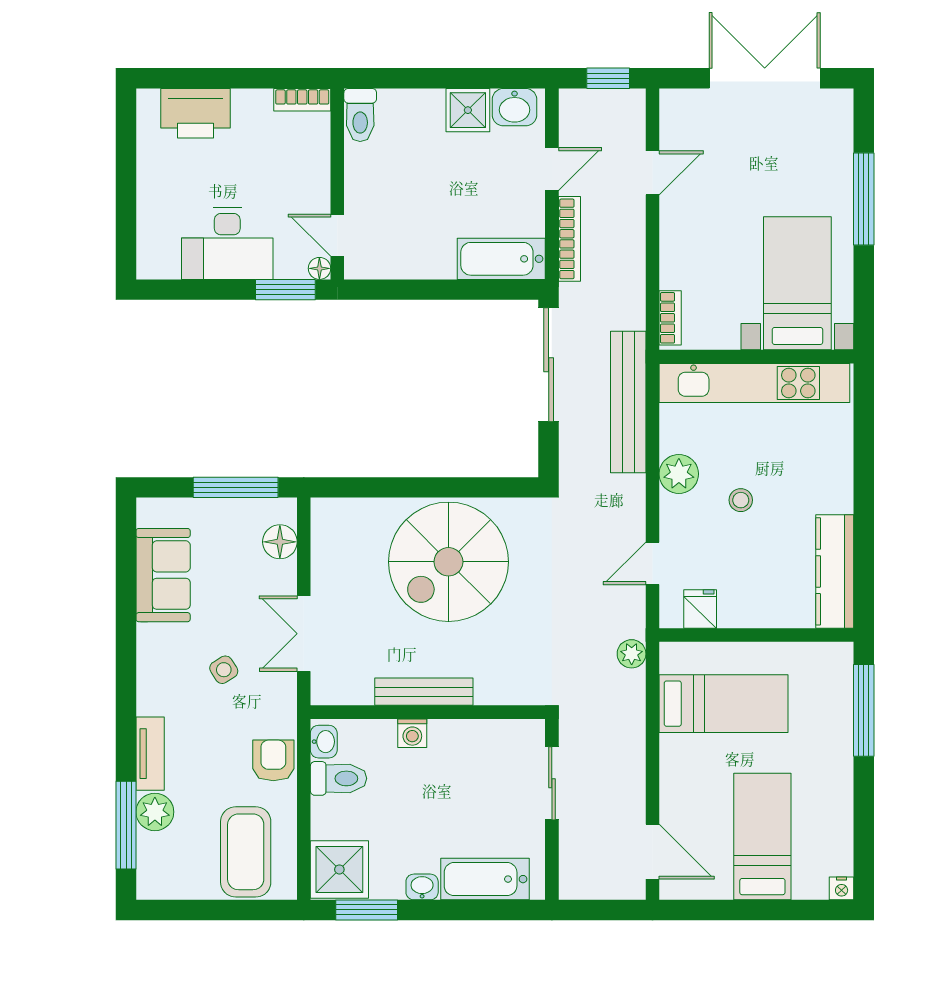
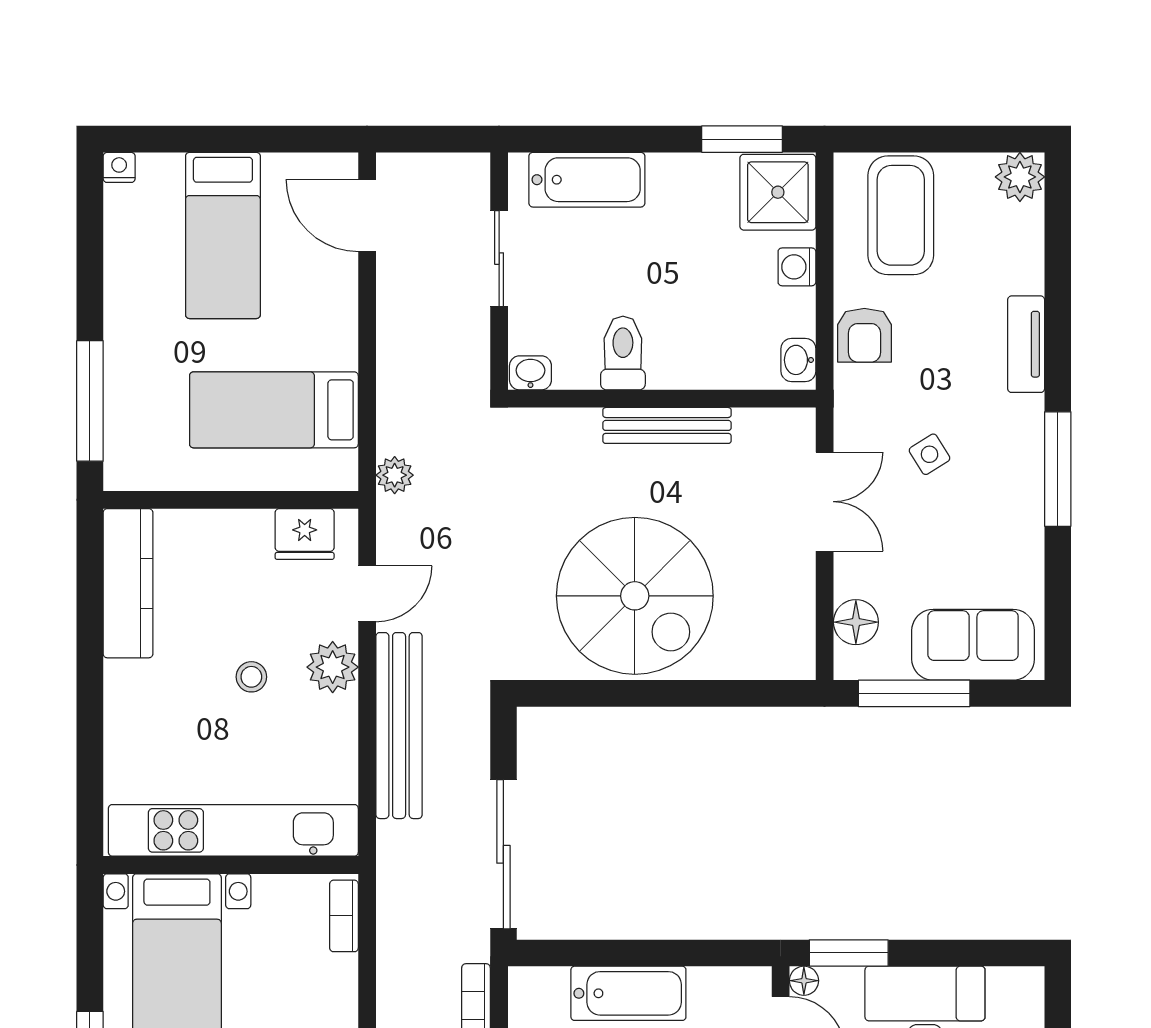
bathtub: (501, 259) -> (628, 993), moved
bench: (628, 402) -> (399, 726), moved
plant: (679, 474) -> (333, 667), moved
spiral stairs: (448, 562) -> (635, 596), turned 90
sofa: (163, 575) -> (973, 645), moved, turned 90
fridge: (700, 609) -> (305, 534), width x1.38
washing machine: (412, 733) -> (797, 267), moved, turned -90
toilet: (339, 778) -> (623, 353), moved, turned 90
sliding door: (552, 783) -> (499, 259), moved
plant: (155, 812) -> (1020, 177), moved
window: (126, 825) -> (1058, 469), moved
washbasin: (422, 887) -> (530, 373), moved, turned 180

